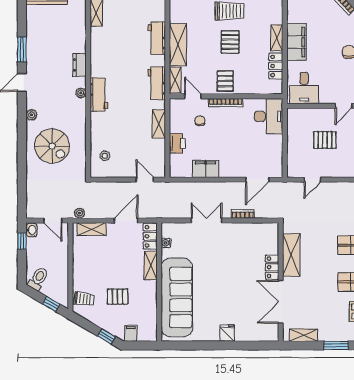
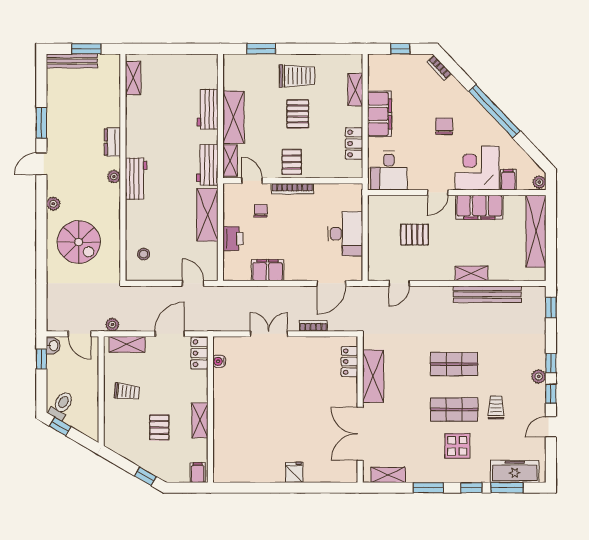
shelving: (277, 38) -> (355, 90), moved
desk: (269, 116) -> (345, 234), moved
shelving: (159, 124) -> (207, 215), width x1.50, depth x1.33
shelving: (151, 265) -> (200, 420), moved
locker: (272, 267) -> (349, 362), moved
pallet: (118, 297) -> (159, 427), turned 90
sofa: (177, 297) -> (232, 429), removed
trolley: (84, 299) -> (127, 392), moved
window: (51, 304) -> (60, 426), moved
filing cabinet: (131, 333) -> (198, 473), moved

